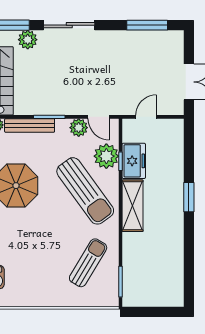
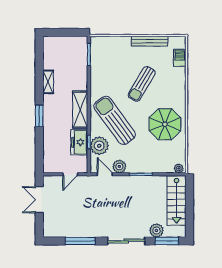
window: (147, 25) -> (80, 241), moved
bench: (30, 125) -> (150, 41), moved
shelving: (177, 244) -> (48, 82), added
sun lounger: (88, 263) -> (142, 84), moved

